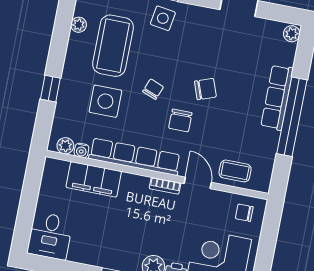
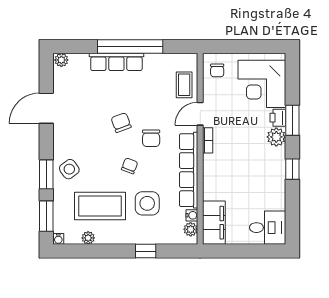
side table: (163, 18) -> (69, 169), turned 45
chair: (153, 89) -> (130, 166), turned 90
chair: (180, 120) -> (151, 138), turned 90
filing cabinet: (94, 179) -> (214, 223), moved

